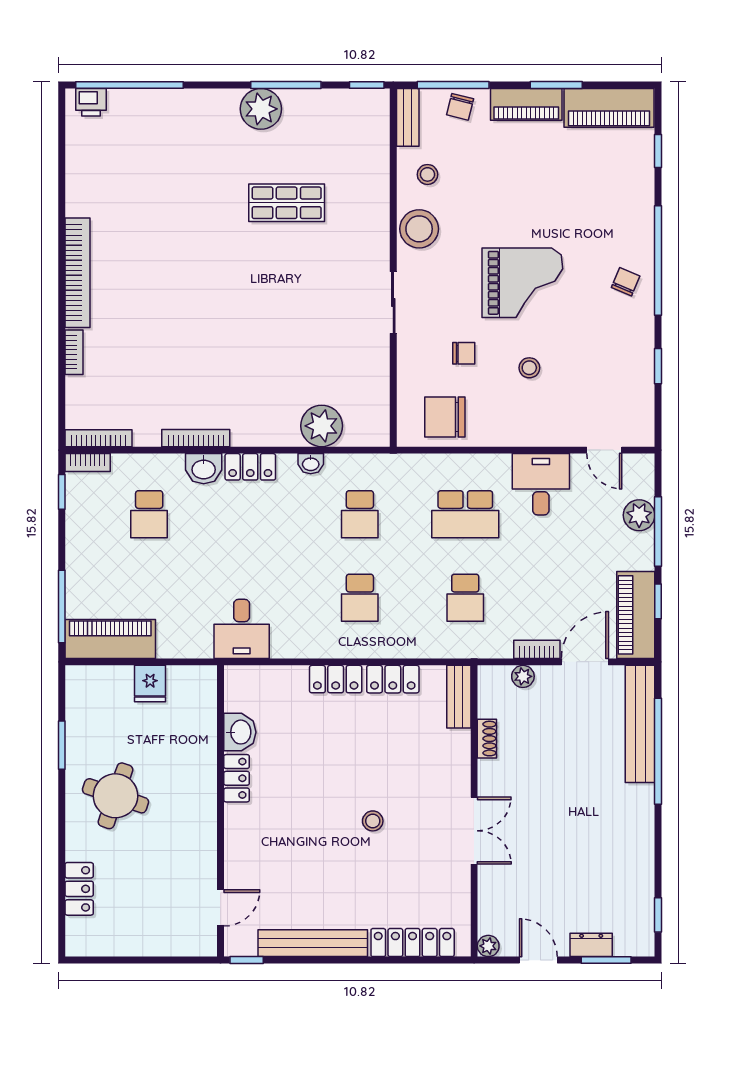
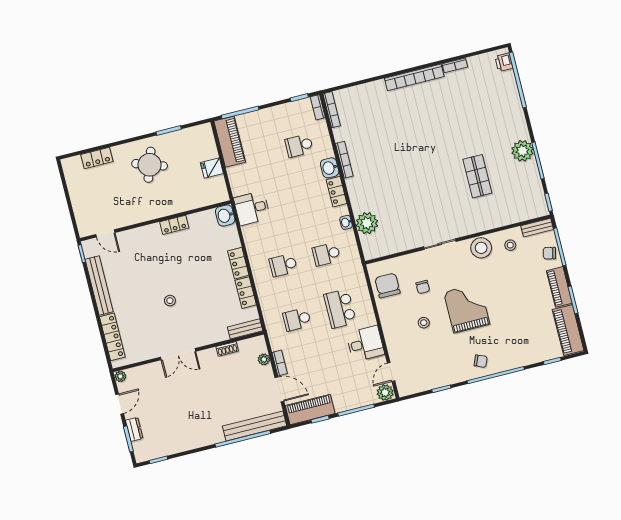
grand piano: (522, 283) -> (467, 308), turned 180
bookcase: (74, 352) -> (455, 65), moved
plant: (639, 515) -> (385, 393), moved
washbasin: (240, 732) -> (225, 215), moved, turned 90

